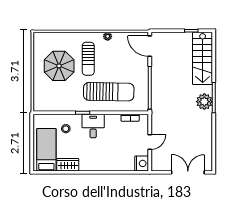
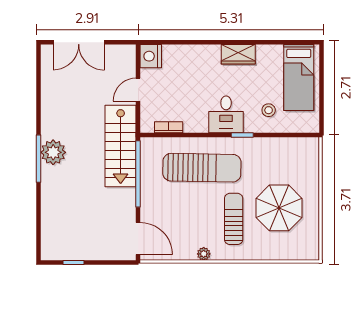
stairs: (203, 58) -> (121, 146), moved, turned 180
sun lounger: (109, 92) -> (202, 168), turned 180
wardrobe: (68, 165) -> (238, 54), moved

